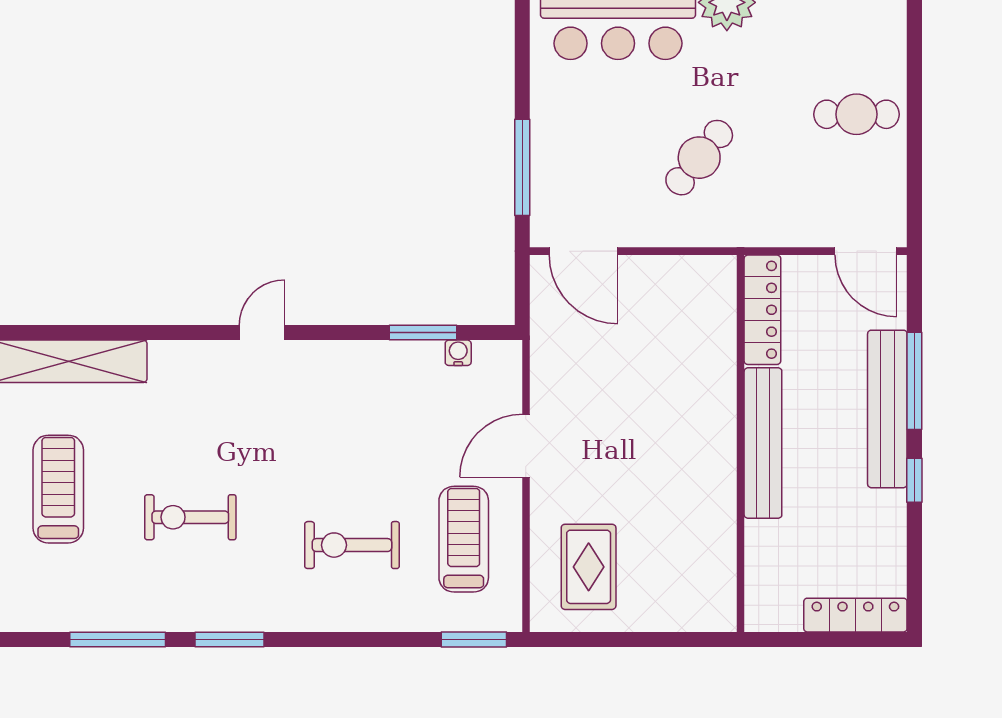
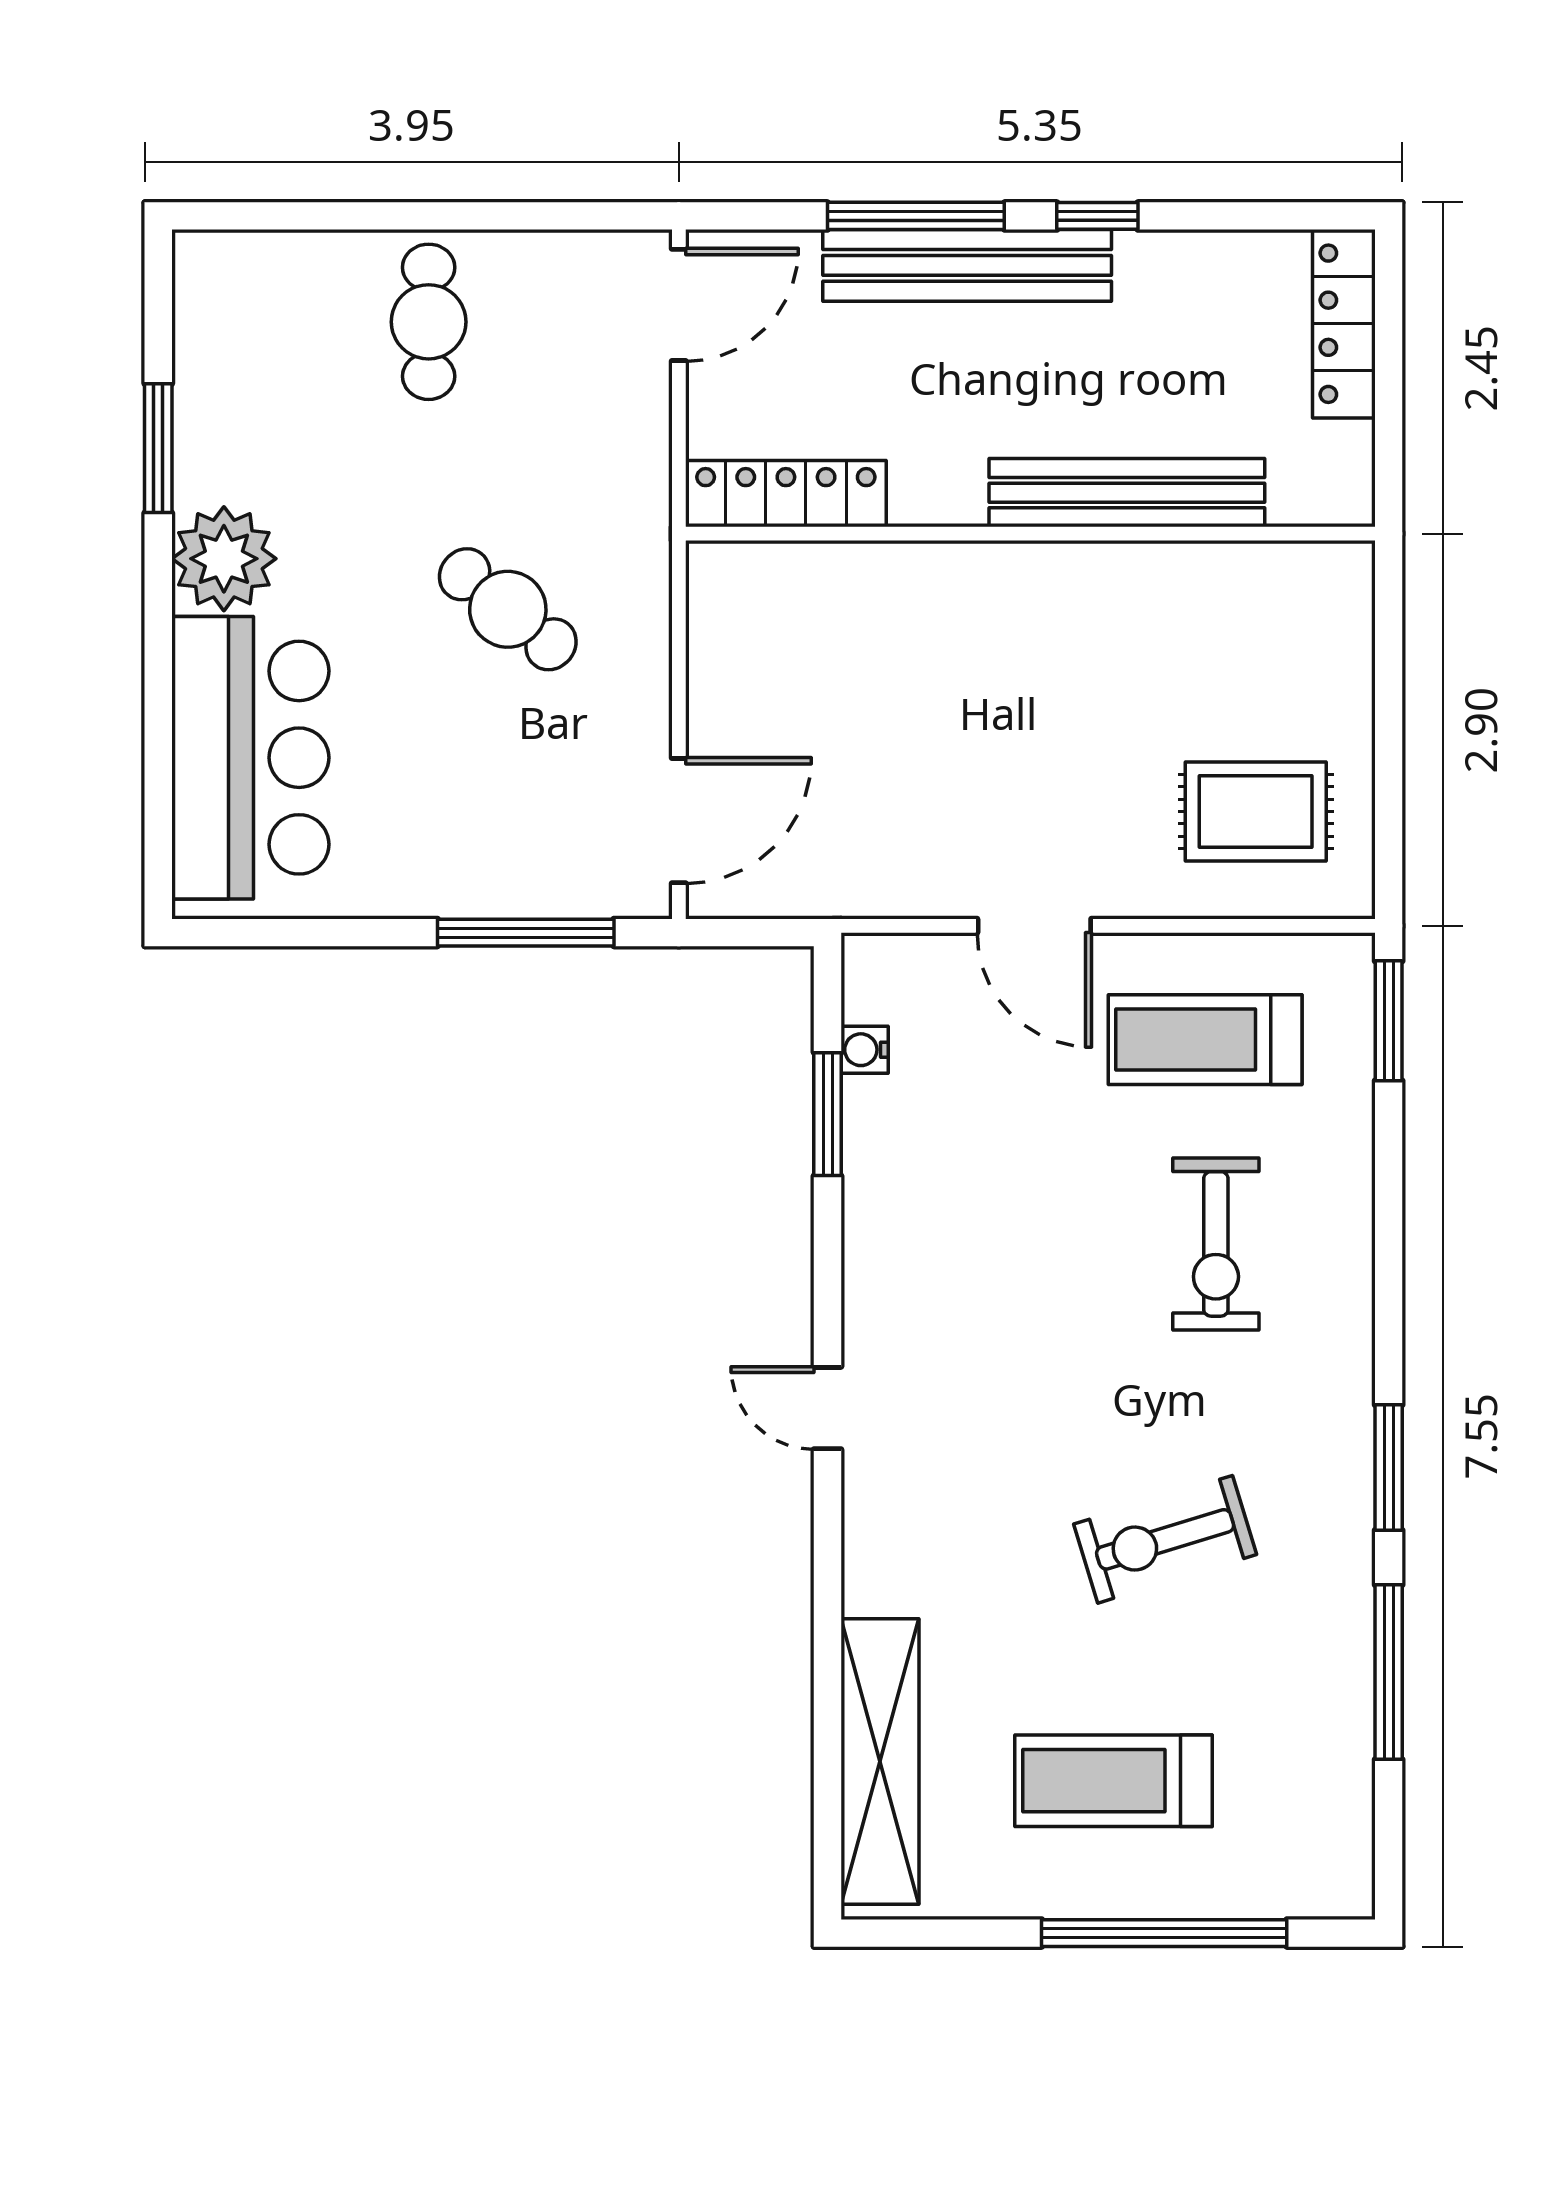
bench: (763, 443) -> (1127, 493), moved
exercise bike: (190, 517) -> (1165, 1539), turned 73

